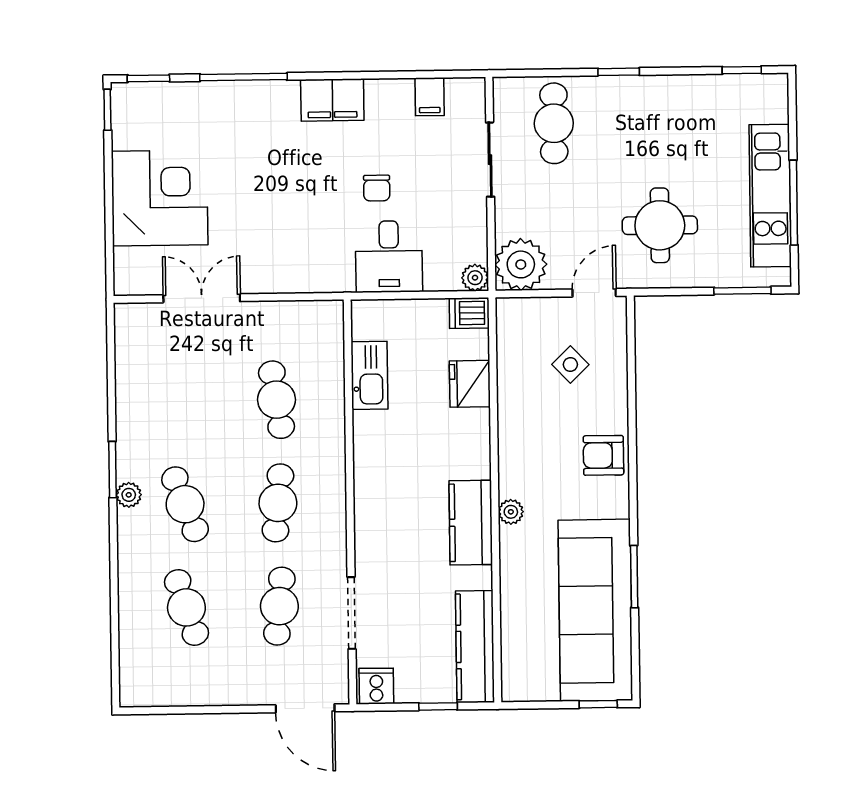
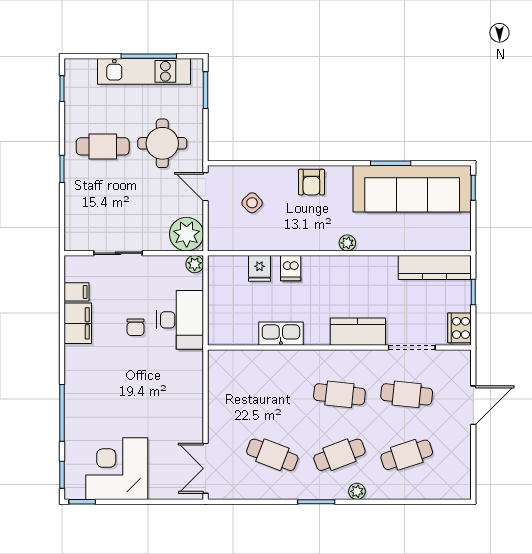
filing cabinet: (332, 100) -> (78, 323), moved
cafe table: (554, 123) -> (103, 146), moved
chair: (377, 188) -> (136, 327), turned 90
corner desk: (160, 198) -> (117, 469), moved
desk: (389, 257) -> (180, 320), width x1.37
double door: (202, 298) -> (206, 468), moved
dishwasher: (469, 313) -> (291, 268), moved
kitchen sink: (369, 375) -> (281, 334), moved
fridge: (470, 384) -> (260, 268), width x0.72
cafe table: (276, 400) -> (272, 455), moved, turned 30
plant: (129, 495) -> (357, 491), moved
kitchen counter: (471, 523) -> (358, 332), moved, turned 180
cooker: (376, 686) -> (460, 328), width x1.36
door: (305, 708) -> (473, 405), moved

